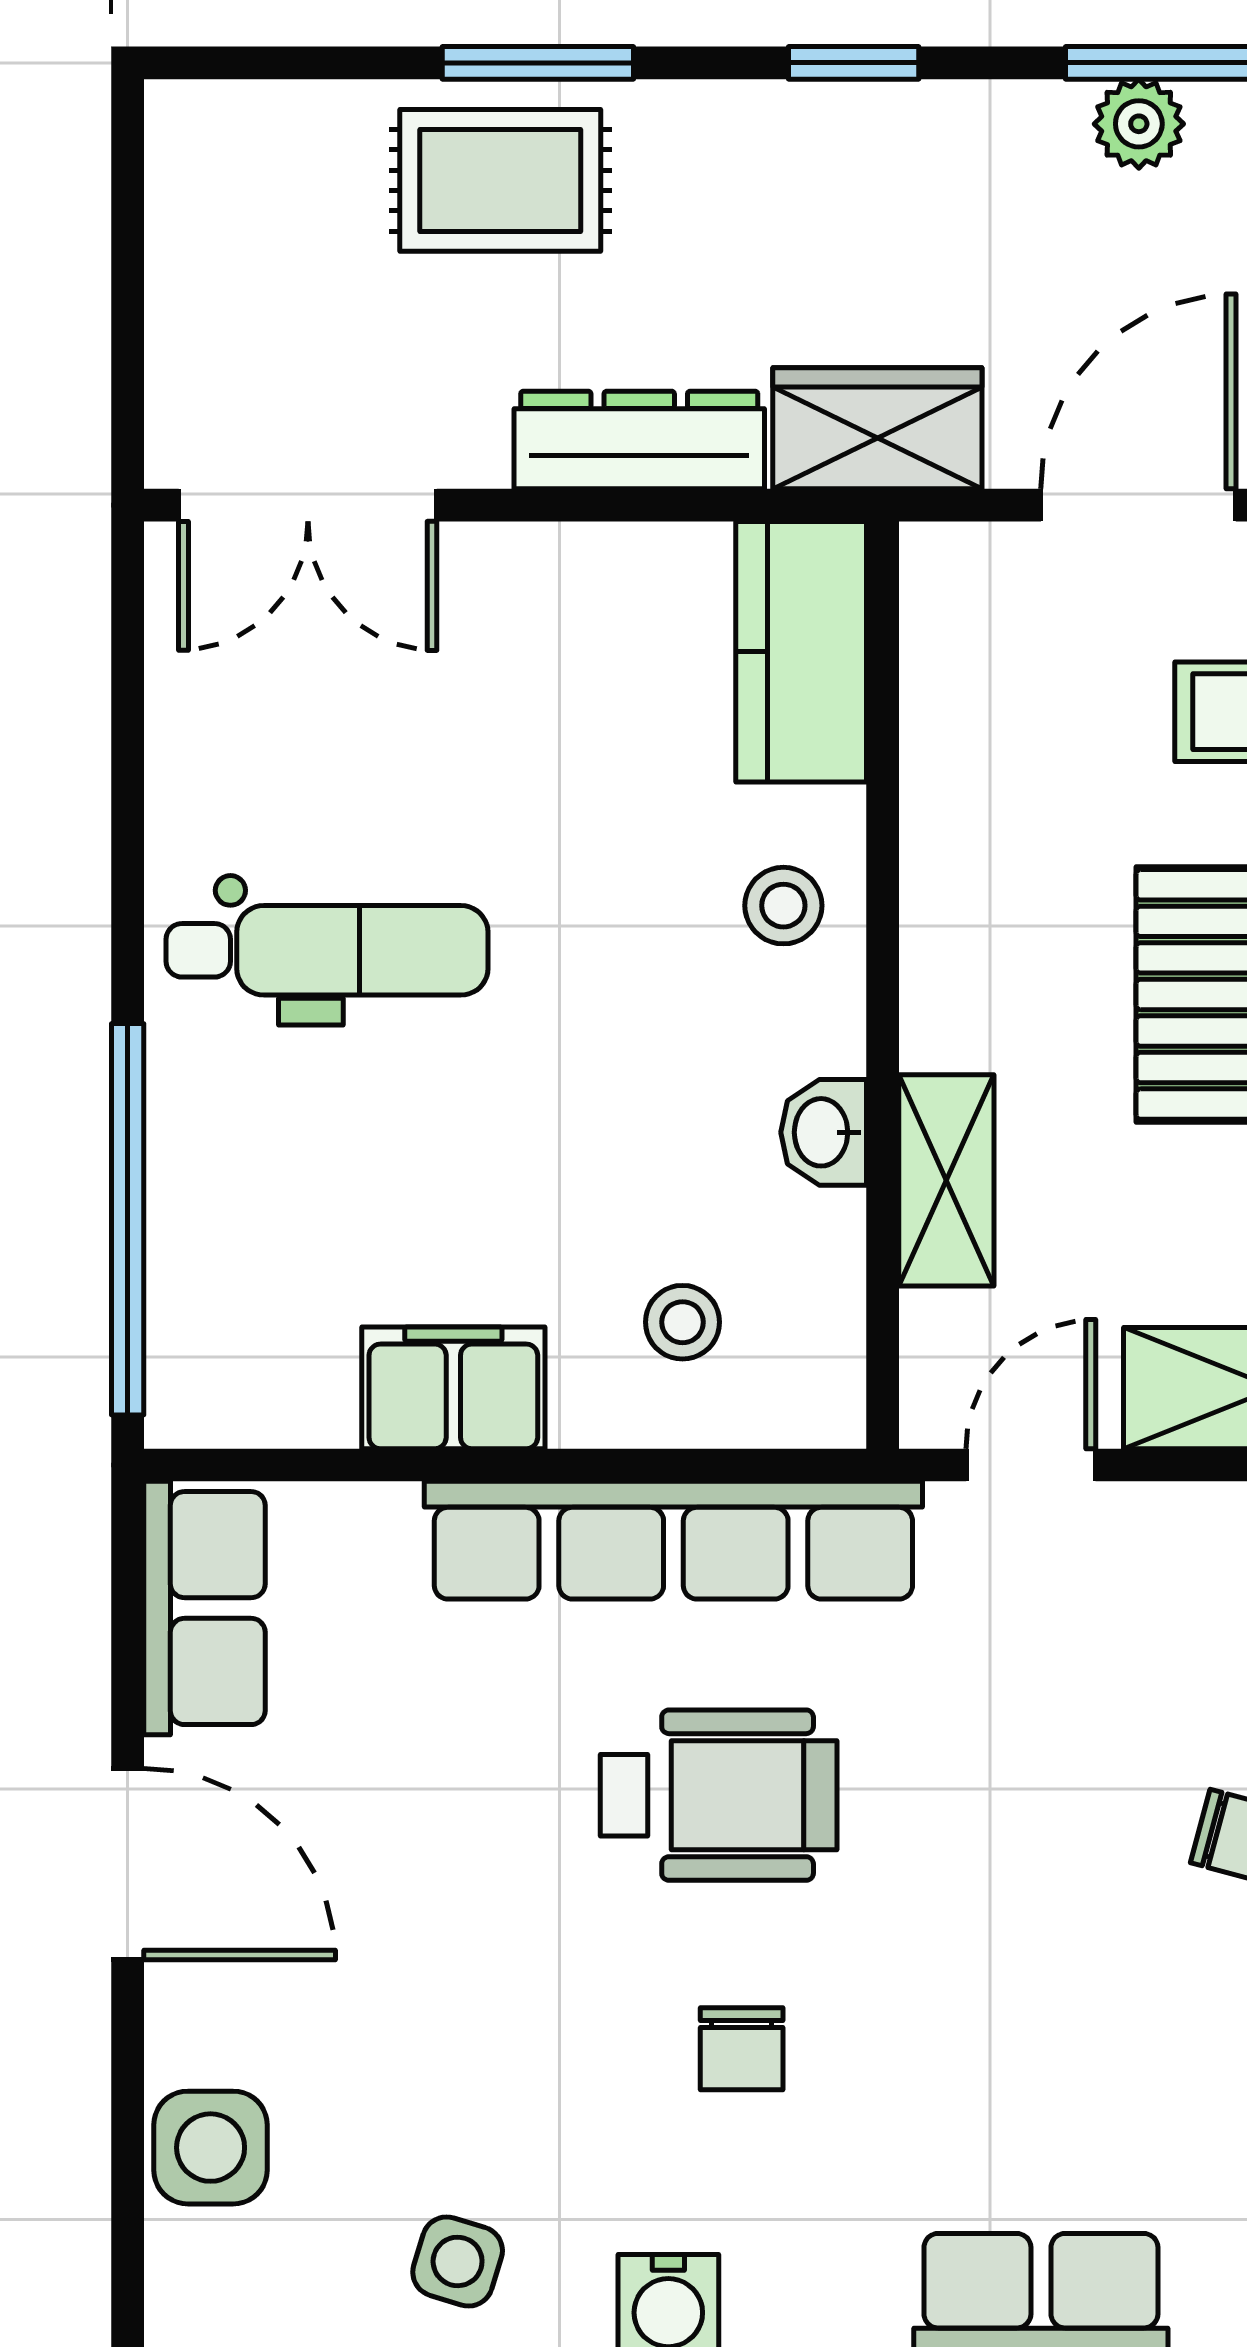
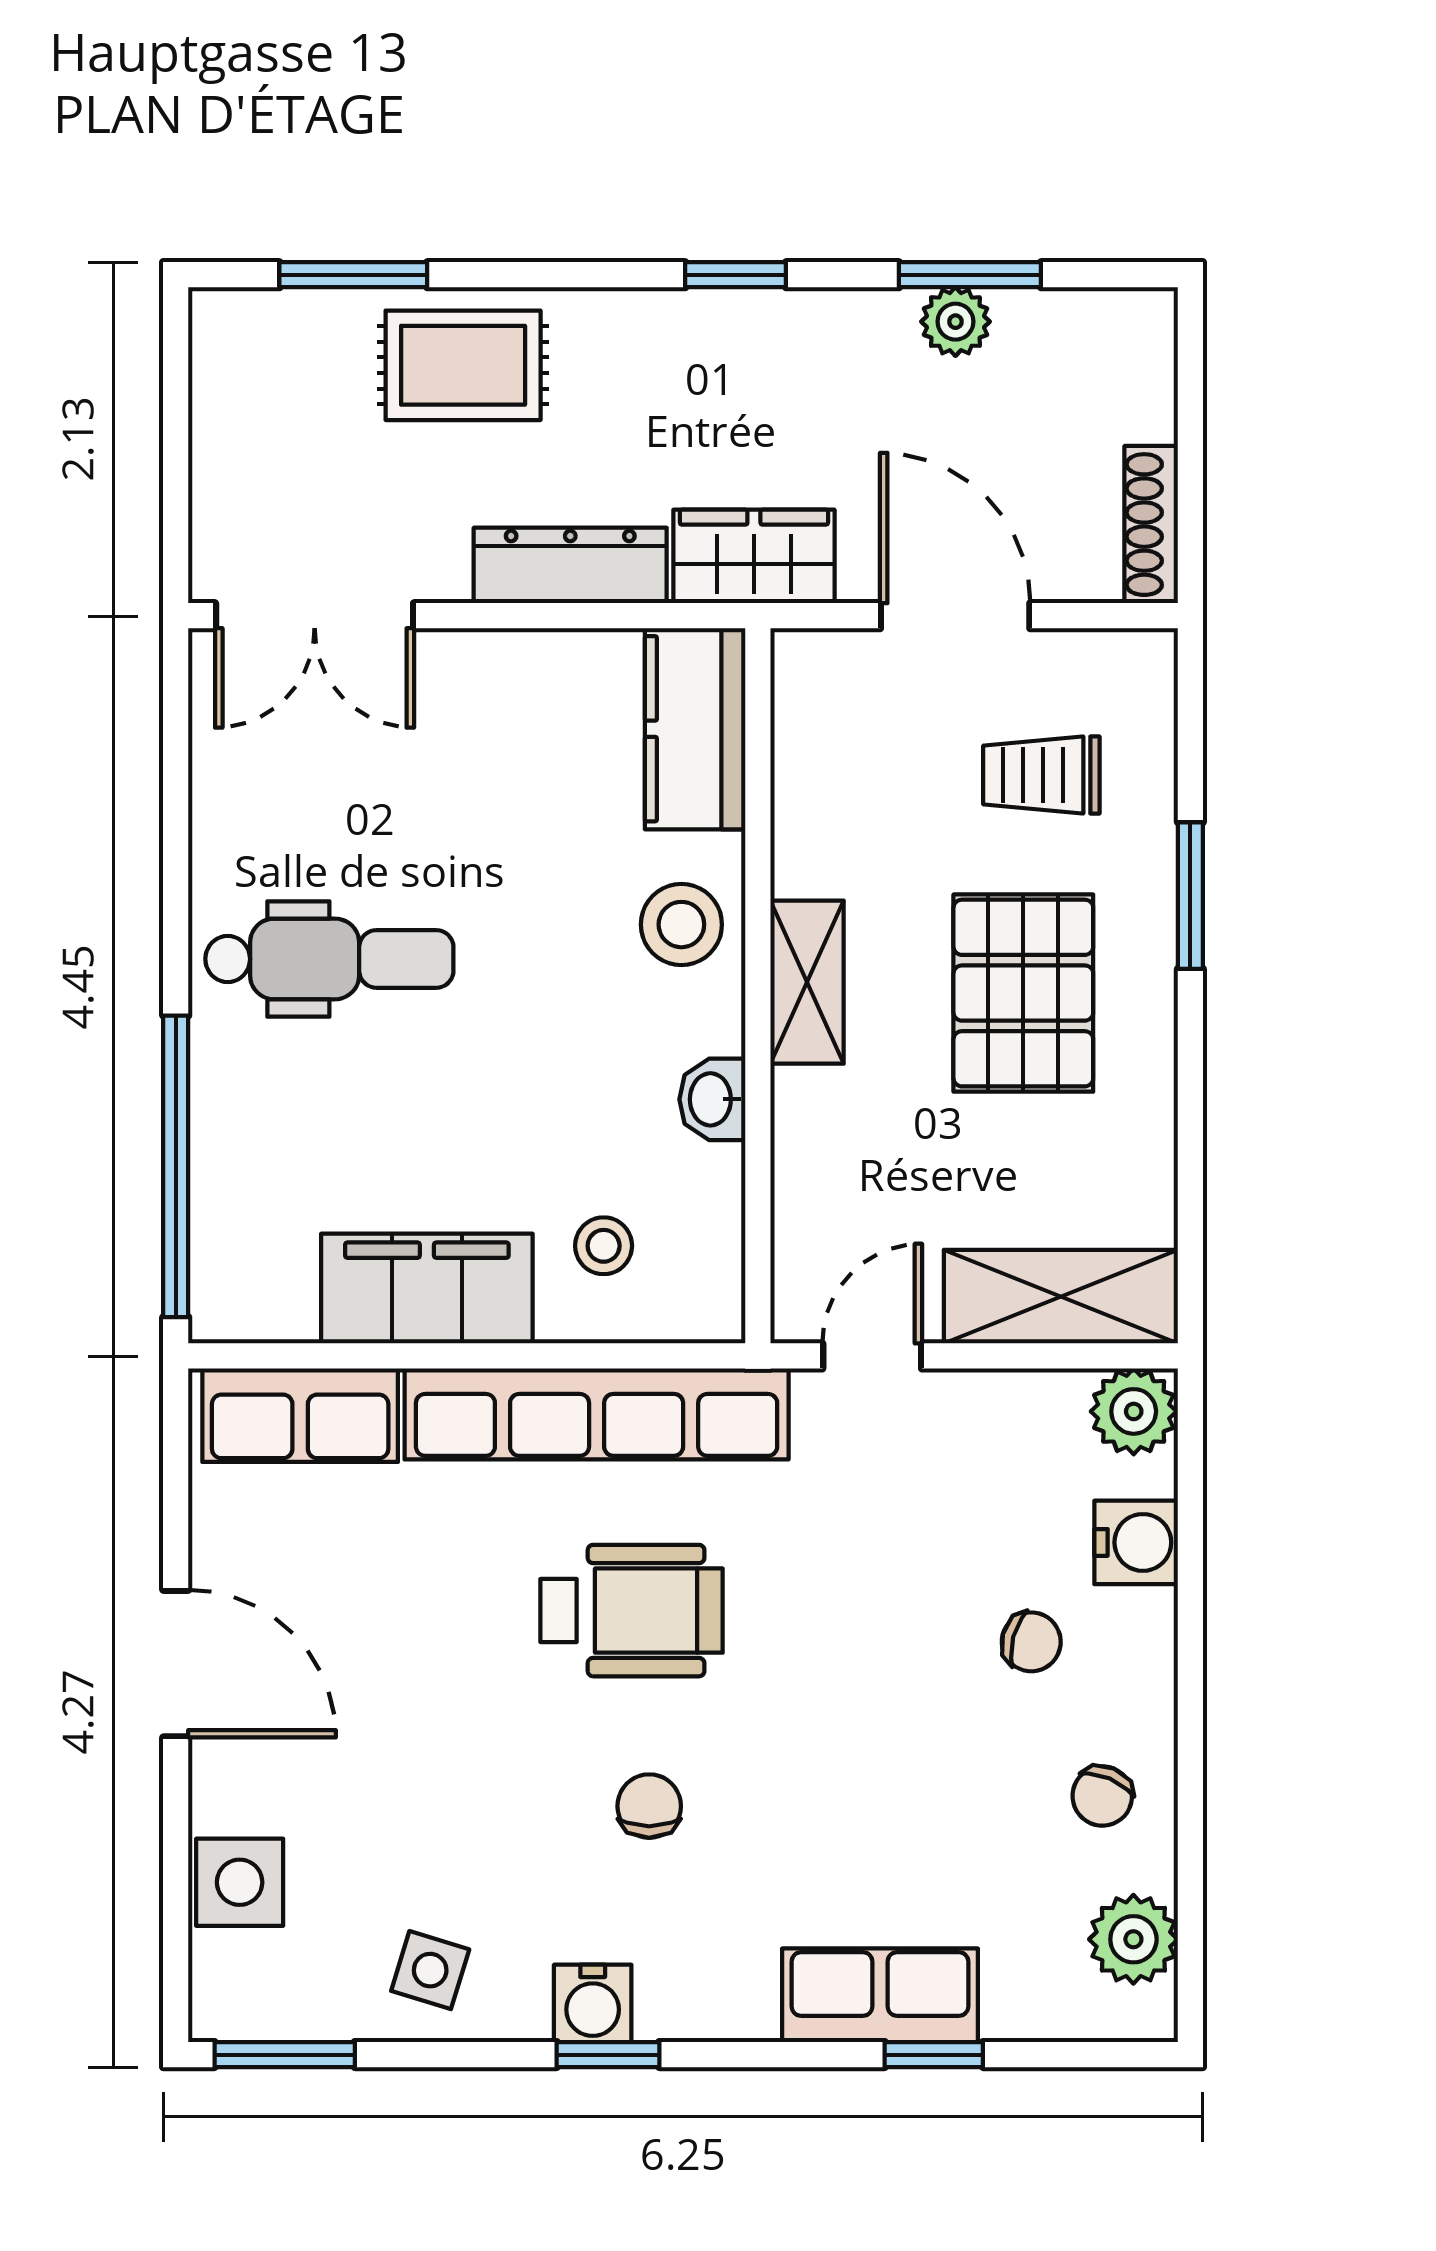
window: (538, 63) -> (353, 275), moved
door: (1138, 505) -> (955, 616), hinge flipped
stool: (783, 906) -> (681, 925), width x1.37, depth x1.37
shelving: (946, 1180) -> (807, 982), moved
filing cabinet: (453, 1388) -> (427, 1289), width x1.50, depth x1.17
row of seats: (204, 1608) -> (300, 1415), moved, turned 90
chair: (742, 2049) -> (649, 1806), turned 180

